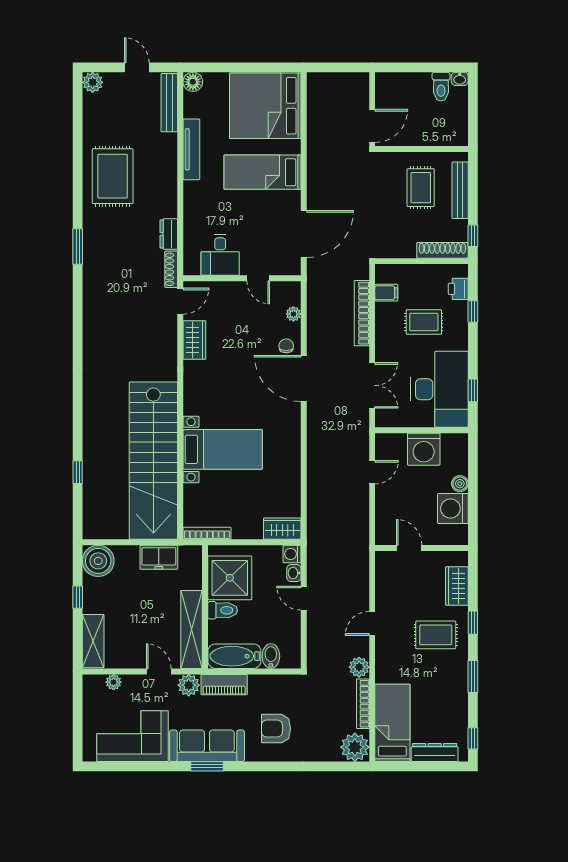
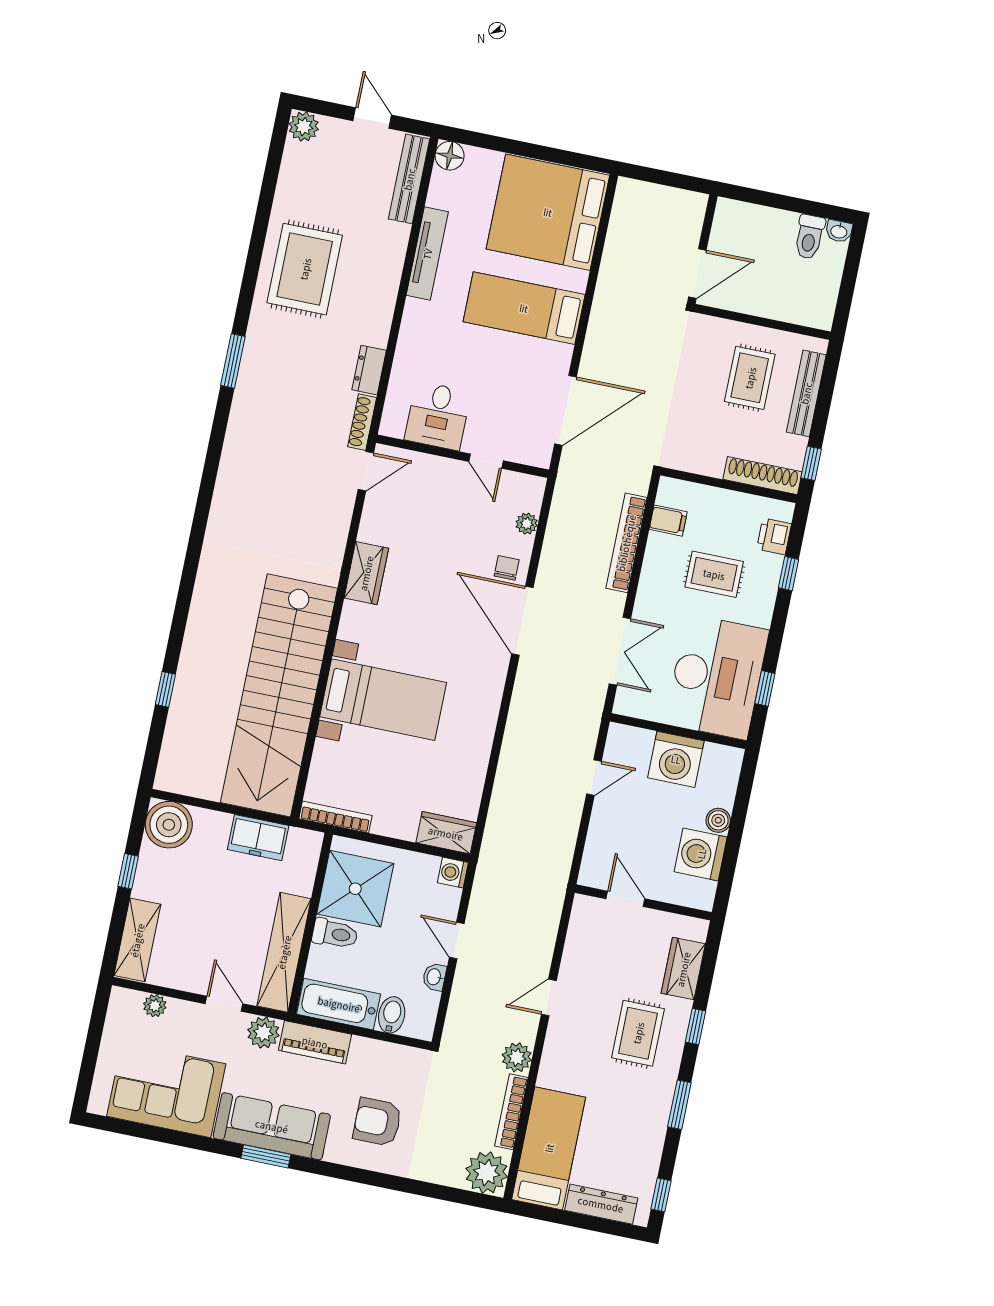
wardrobe: (194, 340) -> (366, 573), moved
washbasin: (294, 573) -> (434, 977), moved
rug: (436, 635) -> (638, 1033), turned 90

